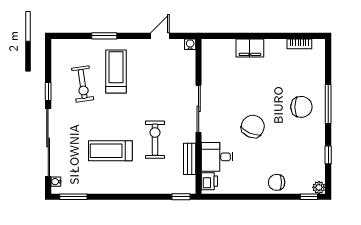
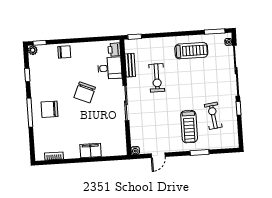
treadmill: (110, 151) -> (191, 51), moved

